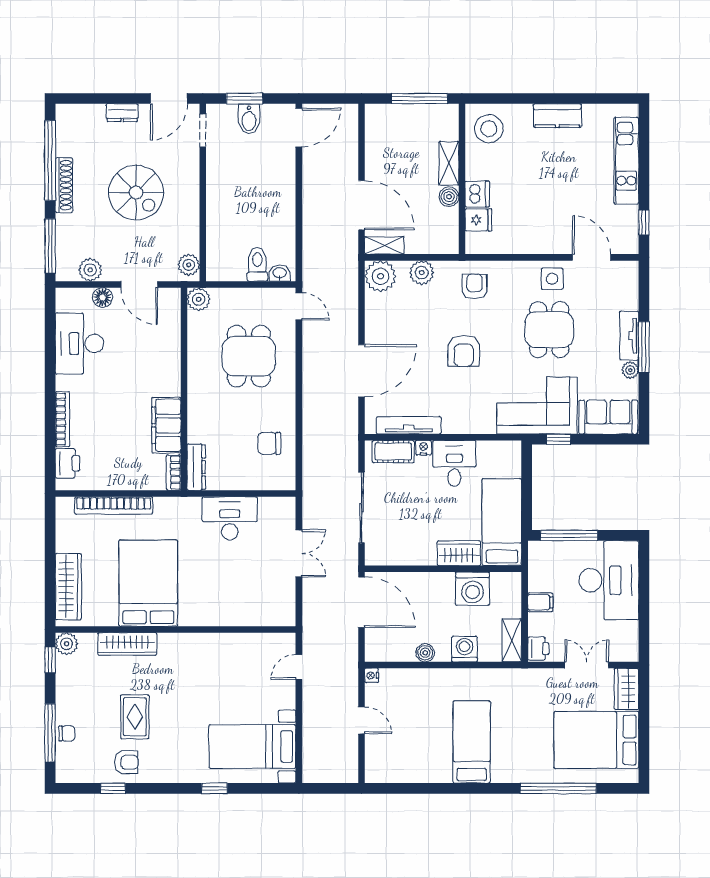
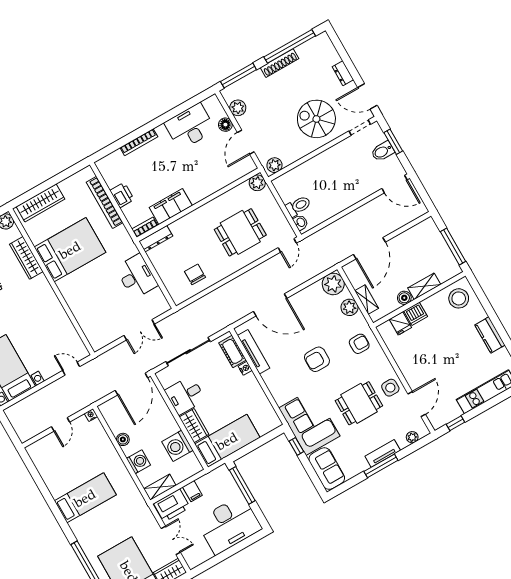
spiral stairs: (136, 193) -> (316, 119), moved, turned 90
shelving: (384, 245) -> (367, 299), moved
plant: (630, 370) -> (412, 437), moved
printer: (68, 463) -> (122, 195), moved, turned -90
desk: (454, 463) -> (185, 395), moved, turned 180
printer: (538, 649) -> (172, 505), width x1.87, depth x1.48

